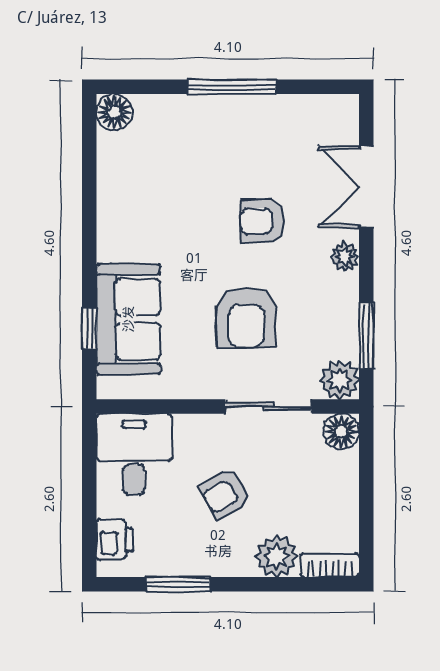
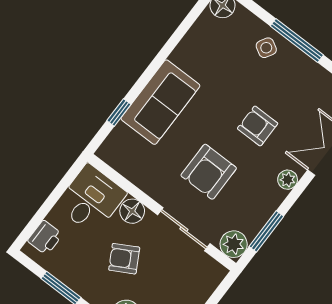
side table: (203, 122) -> (266, 48), added
sofa: (128, 319) -> (160, 102), moved
floor lamp: (341, 432) -> (132, 211), moved

